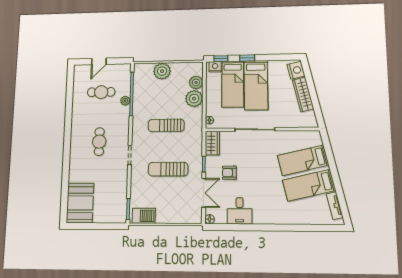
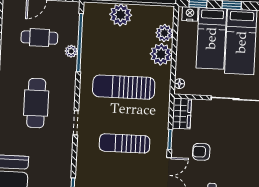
sun lounger: (166, 125) -> (124, 87), width x1.36, depth x1.34
cafe table: (99, 142) -> (36, 103), width x1.37, depth x1.35

